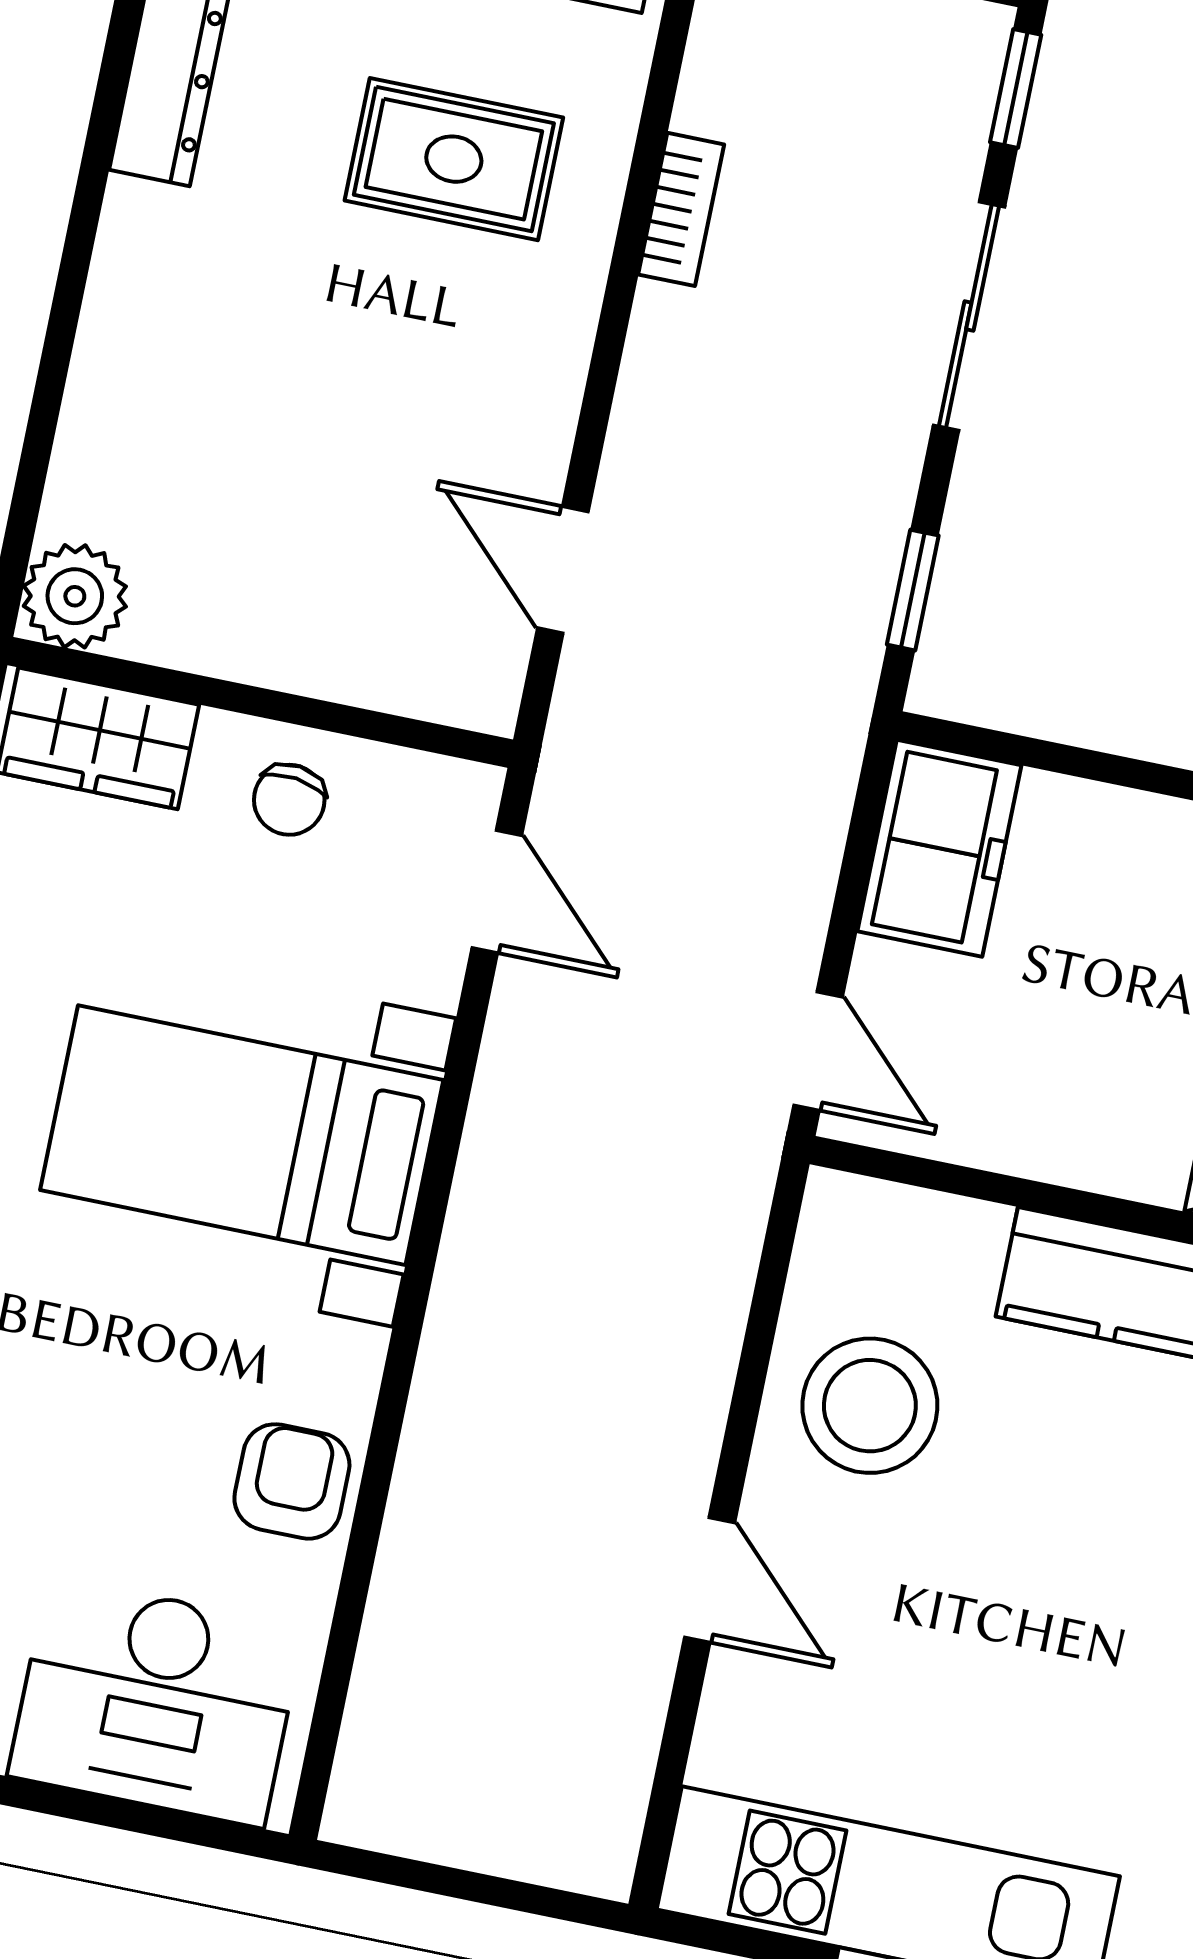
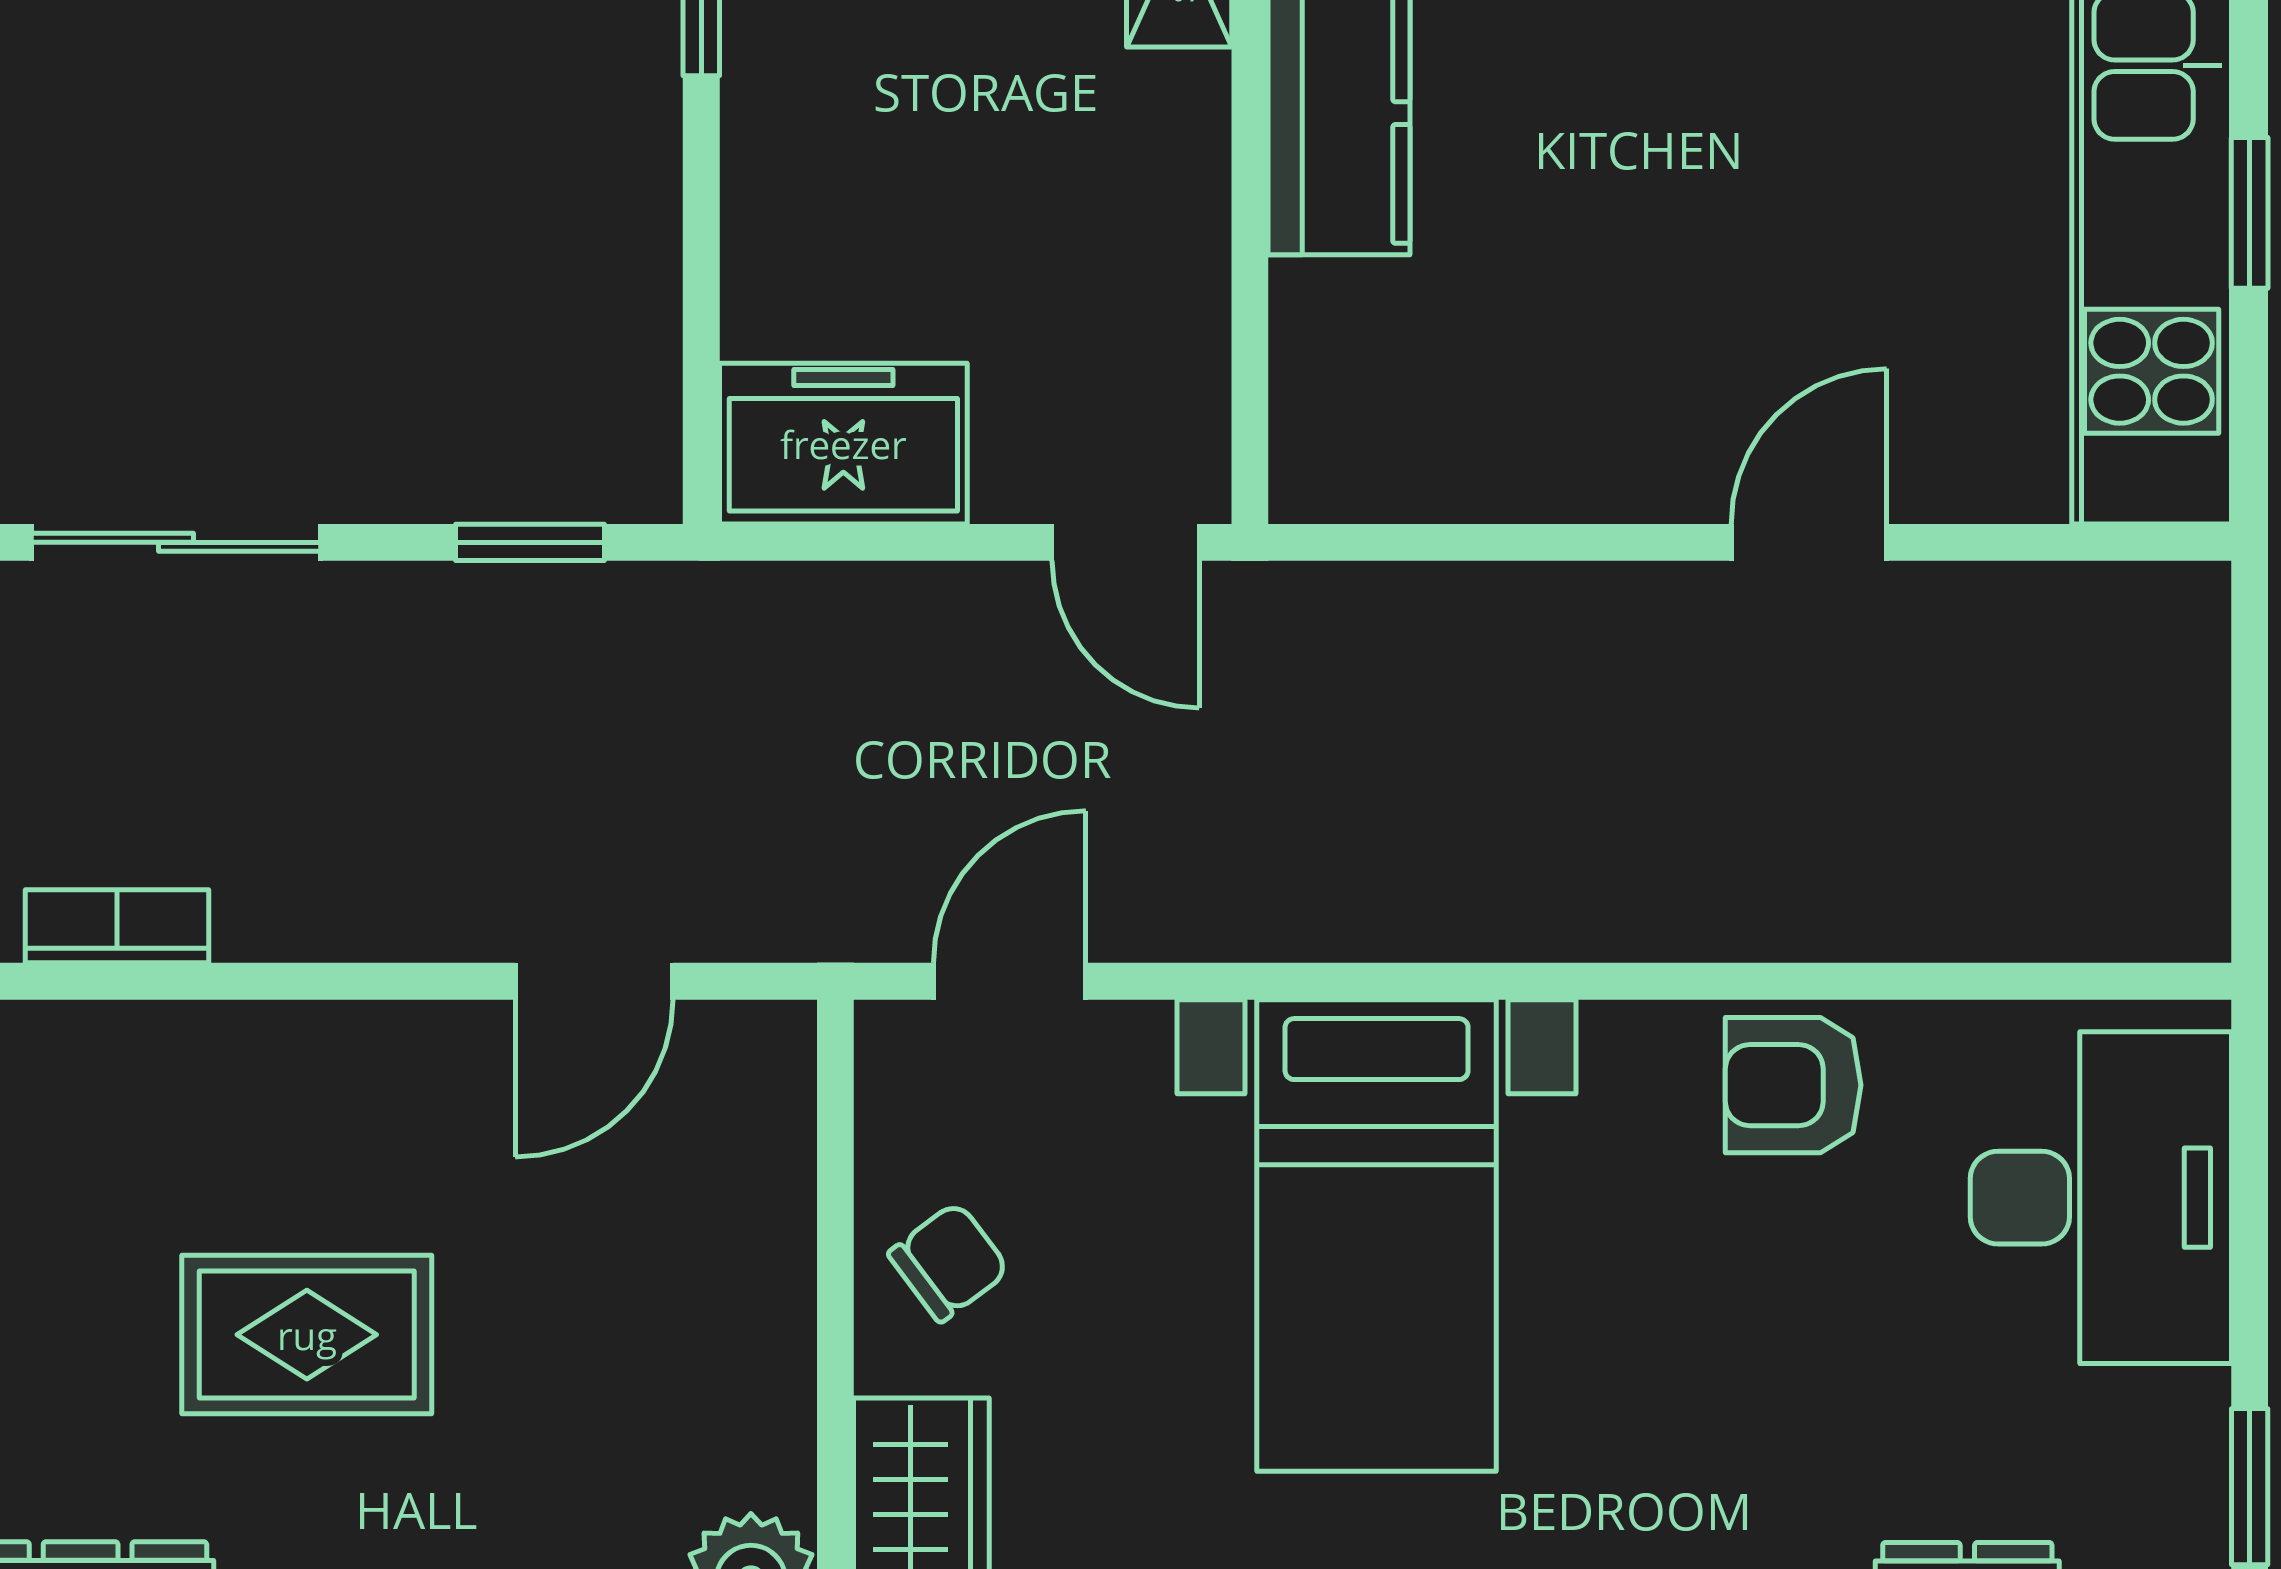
rug: (454, 159) -> (307, 1335), moved, turned 90
chair: (289, 800) -> (949, 1262), turned -44
door: (818, 1051) -> (1126, 542), swing flipped
stool: (870, 1406) -> (1552, 388), removed

